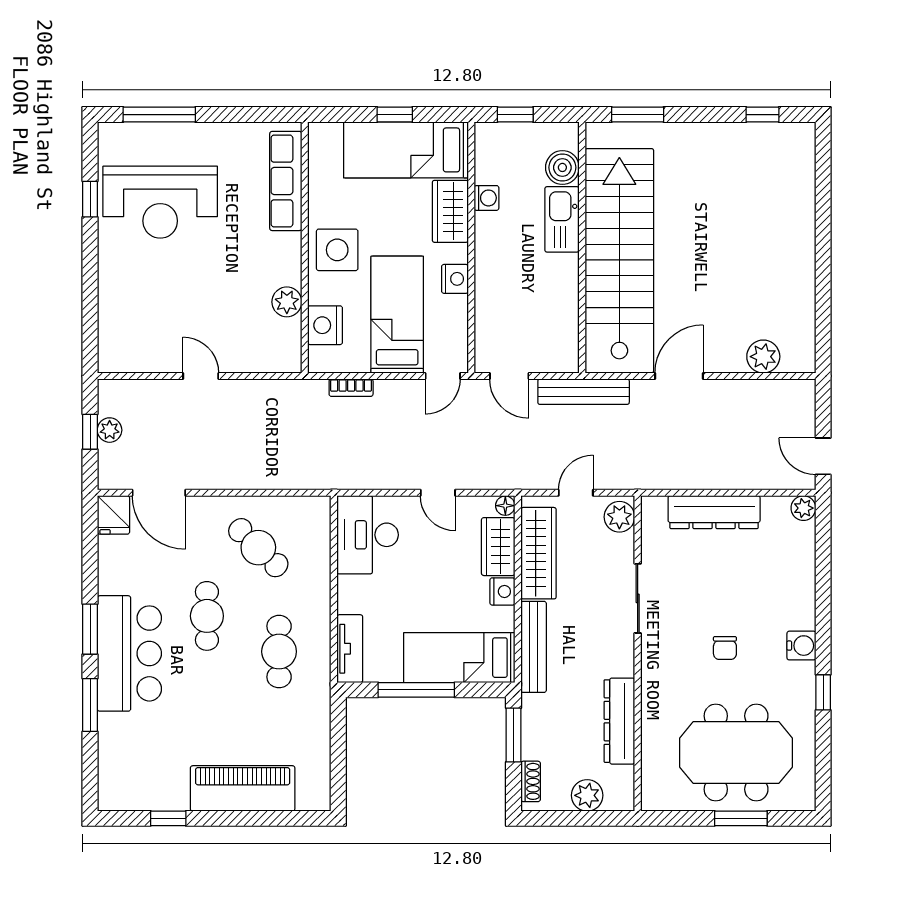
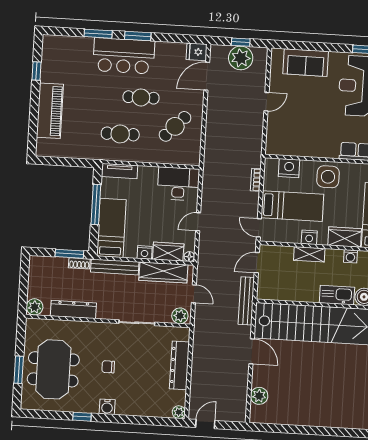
shelving: (487, 277) -> (309, 254), added
plant: (287, 302) -> (302, 149), removed
sofa: (122, 305) -> (306, 63), added
plant: (110, 430) -> (241, 58), width x1.87, depth x1.87
shoe rack: (531, 781) -> (79, 263), moved
plant: (587, 795) -> (35, 307), moved

